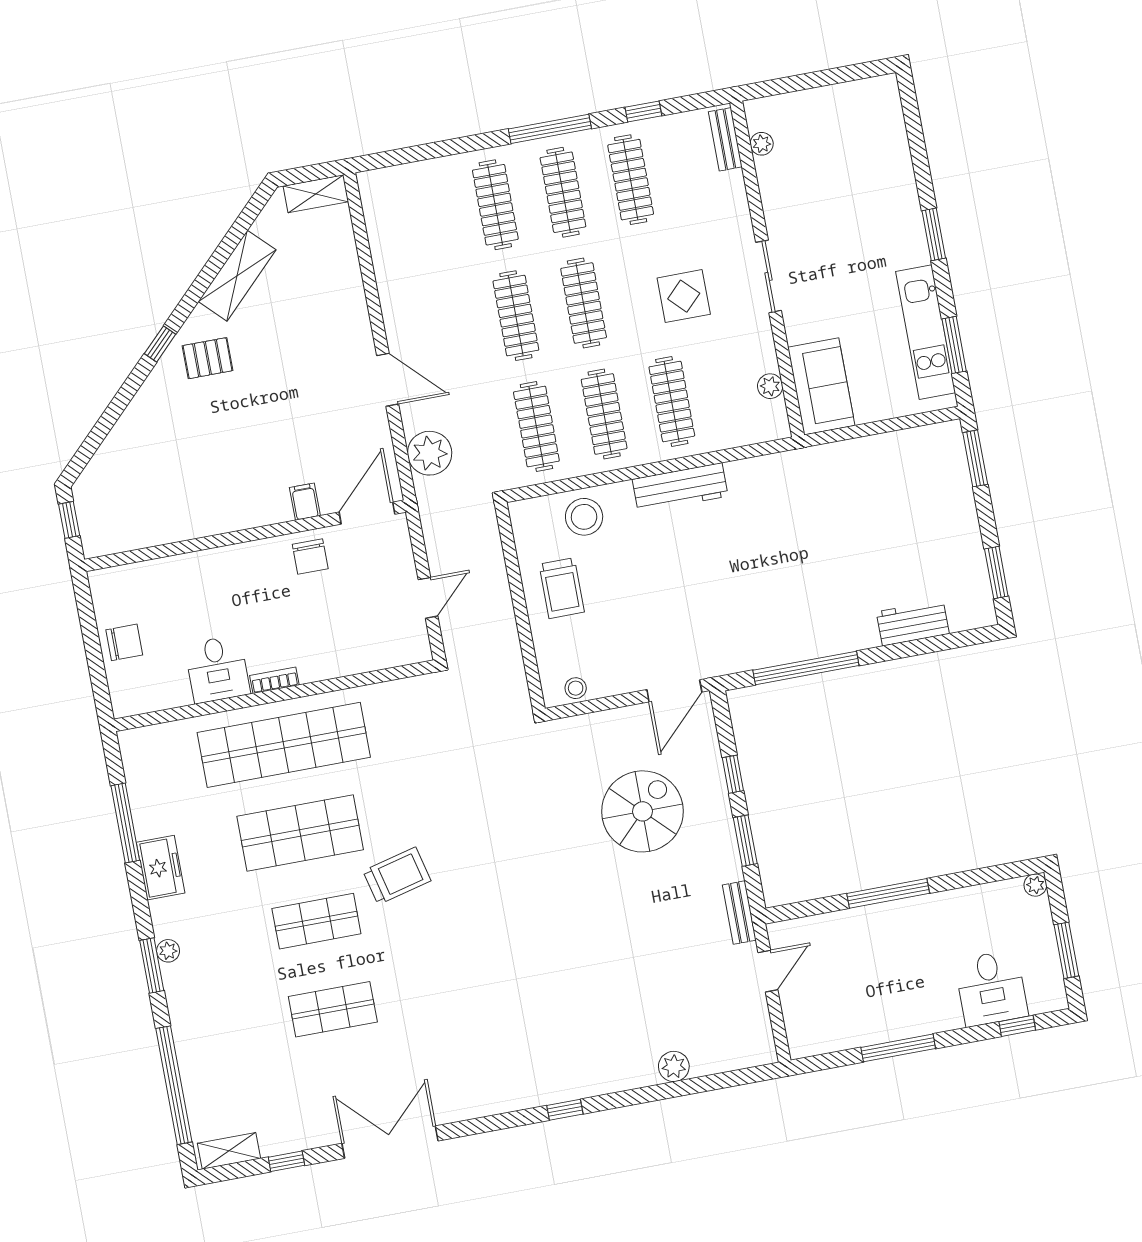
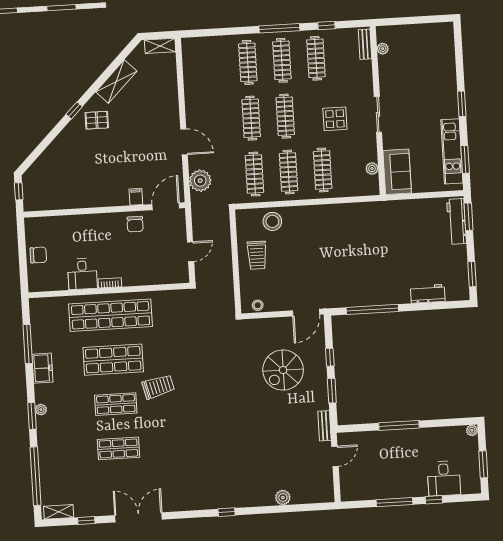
workbench: (680, 488) -> (457, 221), moved, turned 90
spiral stairs: (642, 811) -> (283, 370), turned 180
window: (1017, 1026) -> (434, 500), moved

